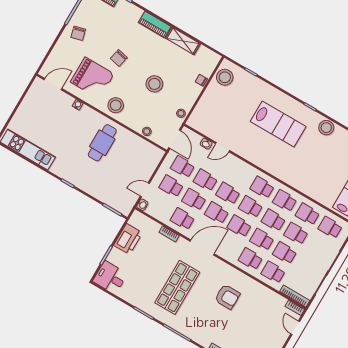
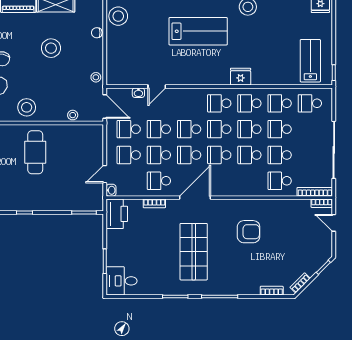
stool: (154, 84) -> (51, 48), moved
fridge: (290, 177) -> (241, 77), added
printer: (128, 239) -> (117, 214), moved
school desk: (250, 259) -> (249, 181), removed

